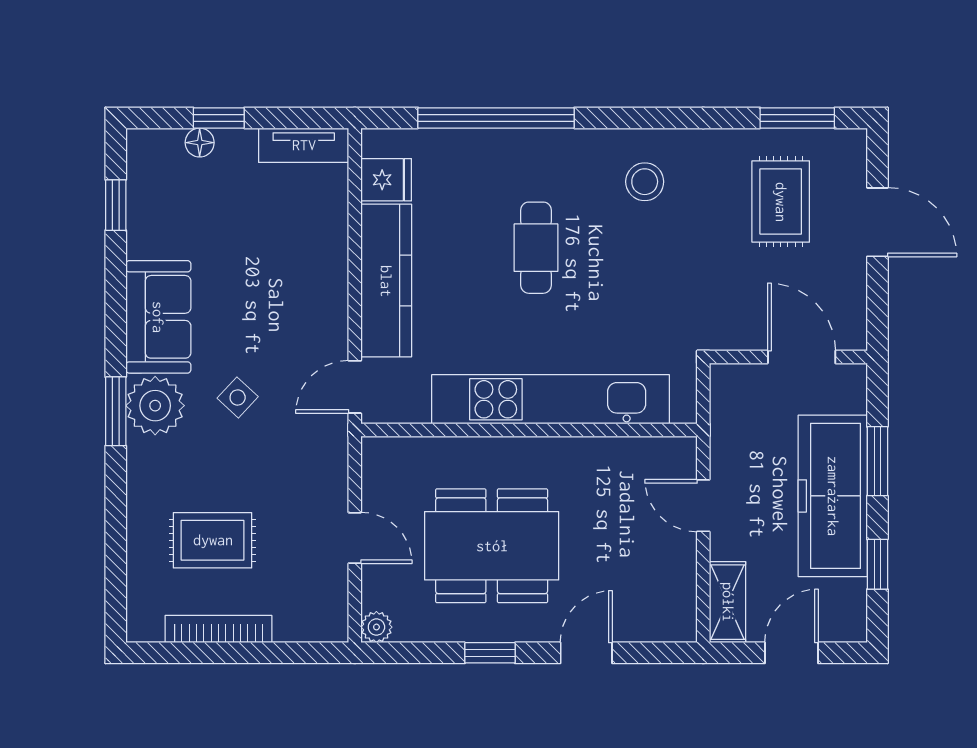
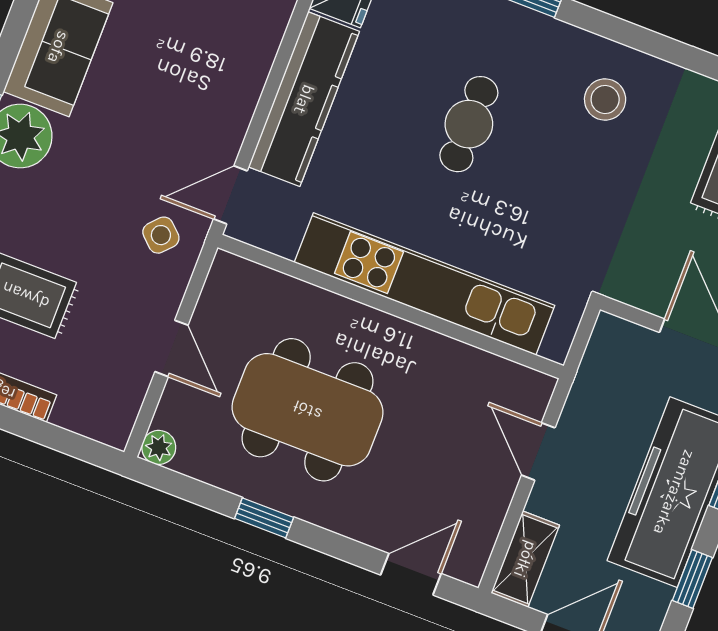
side table: (238, 397) -> (161, 235), moved
door: (586, 653) -> (411, 574), moved

